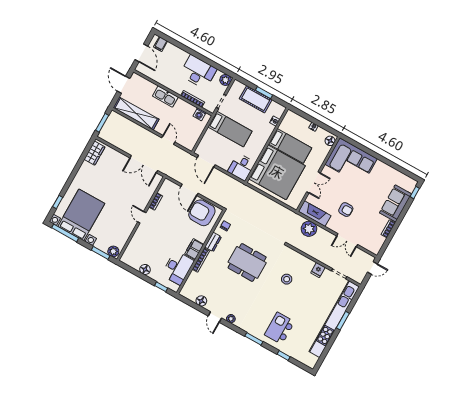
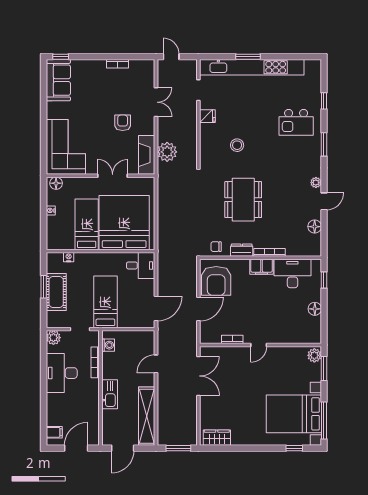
sofa: (395, 203) -> (58, 80), moved, turned -90

